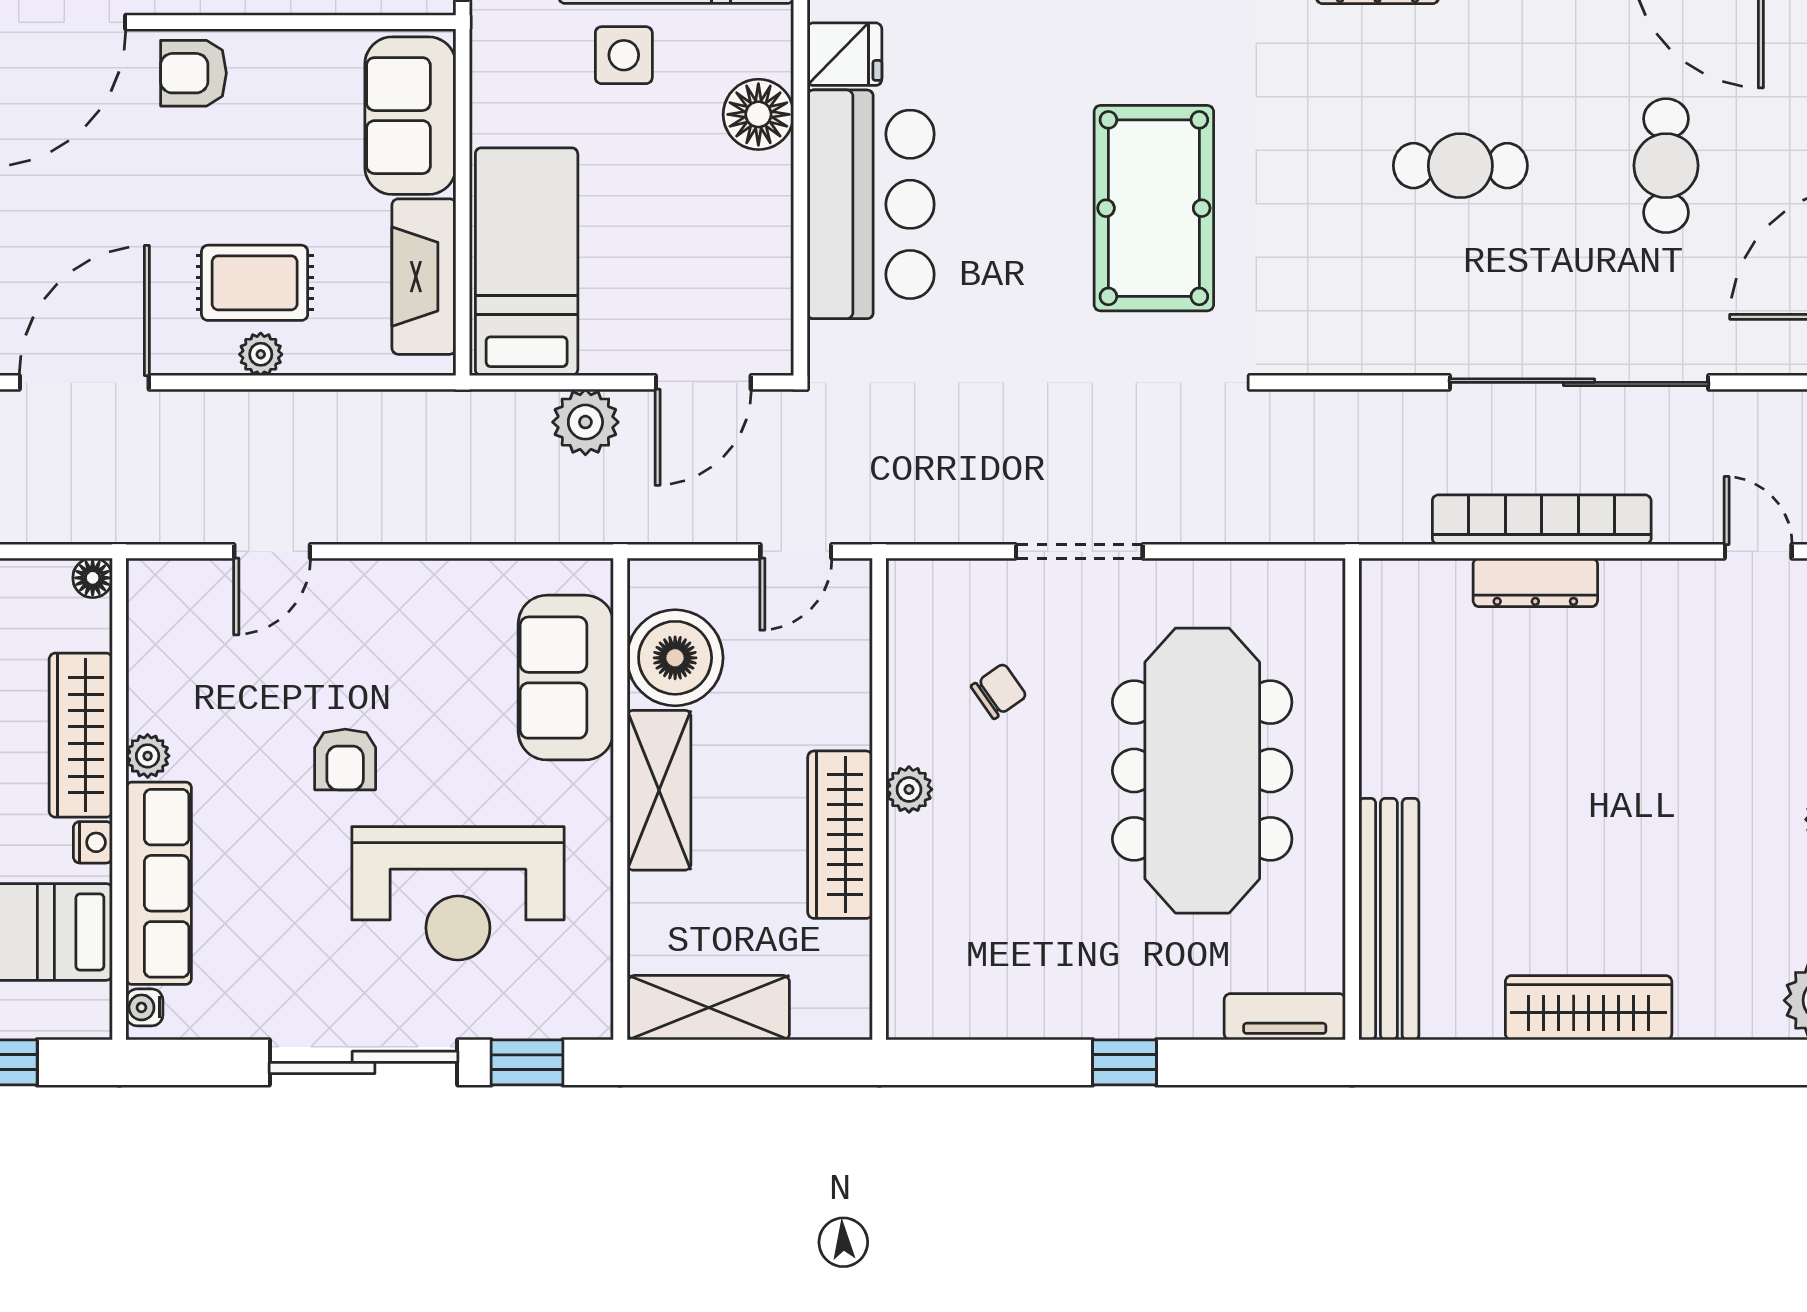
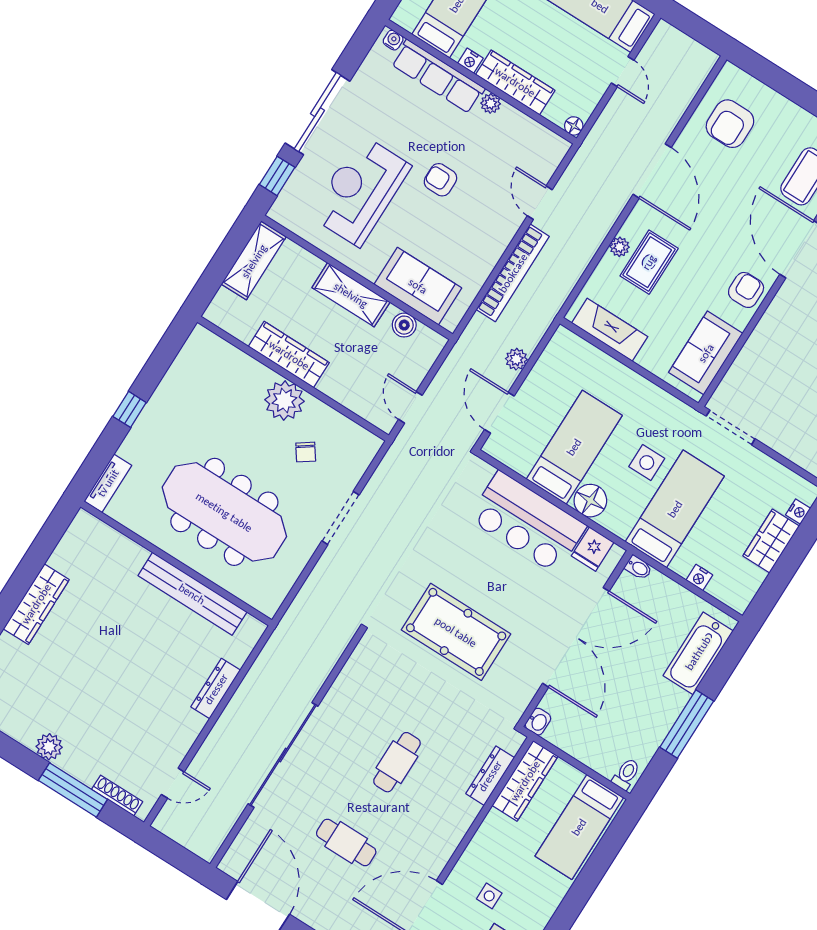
sofa: (410, 116) -> (706, 353), moved, turned -90
bed: (527, 262) -> (574, 447), moved, turned -90
plant: (585, 422) -> (516, 359), width x0.73, depth x0.73
bookcase: (1542, 520) -> (513, 273), moved
boiler: (675, 658) -> (404, 325), width x0.54, depth x0.54
plant: (909, 789) -> (284, 401), width x1.87, depth x1.87
bench: (1389, 919) -> (192, 594), moved

